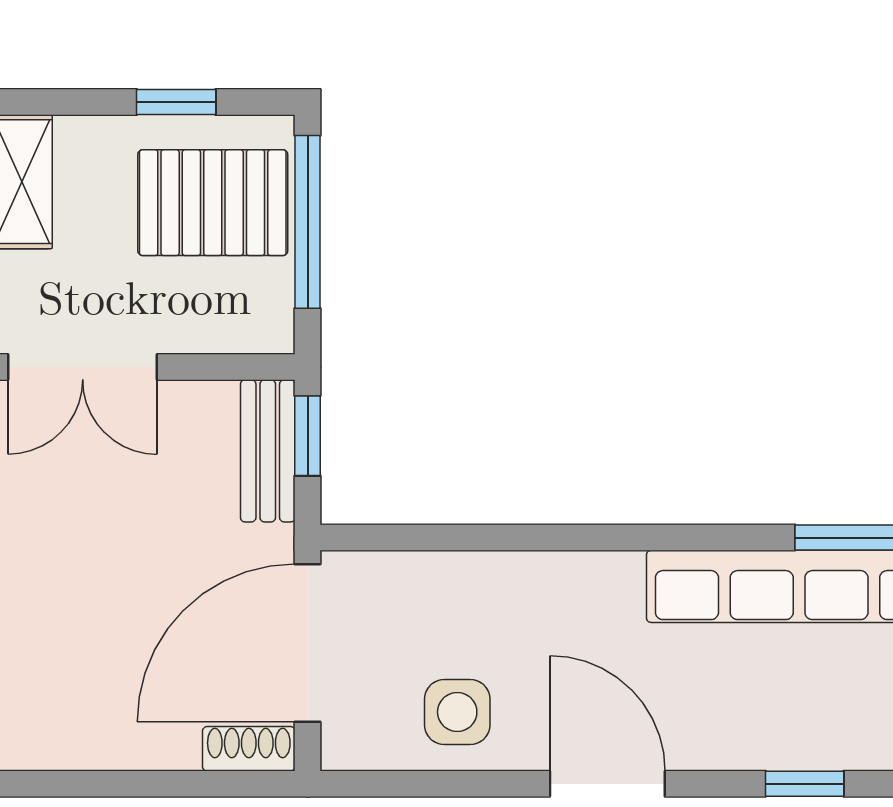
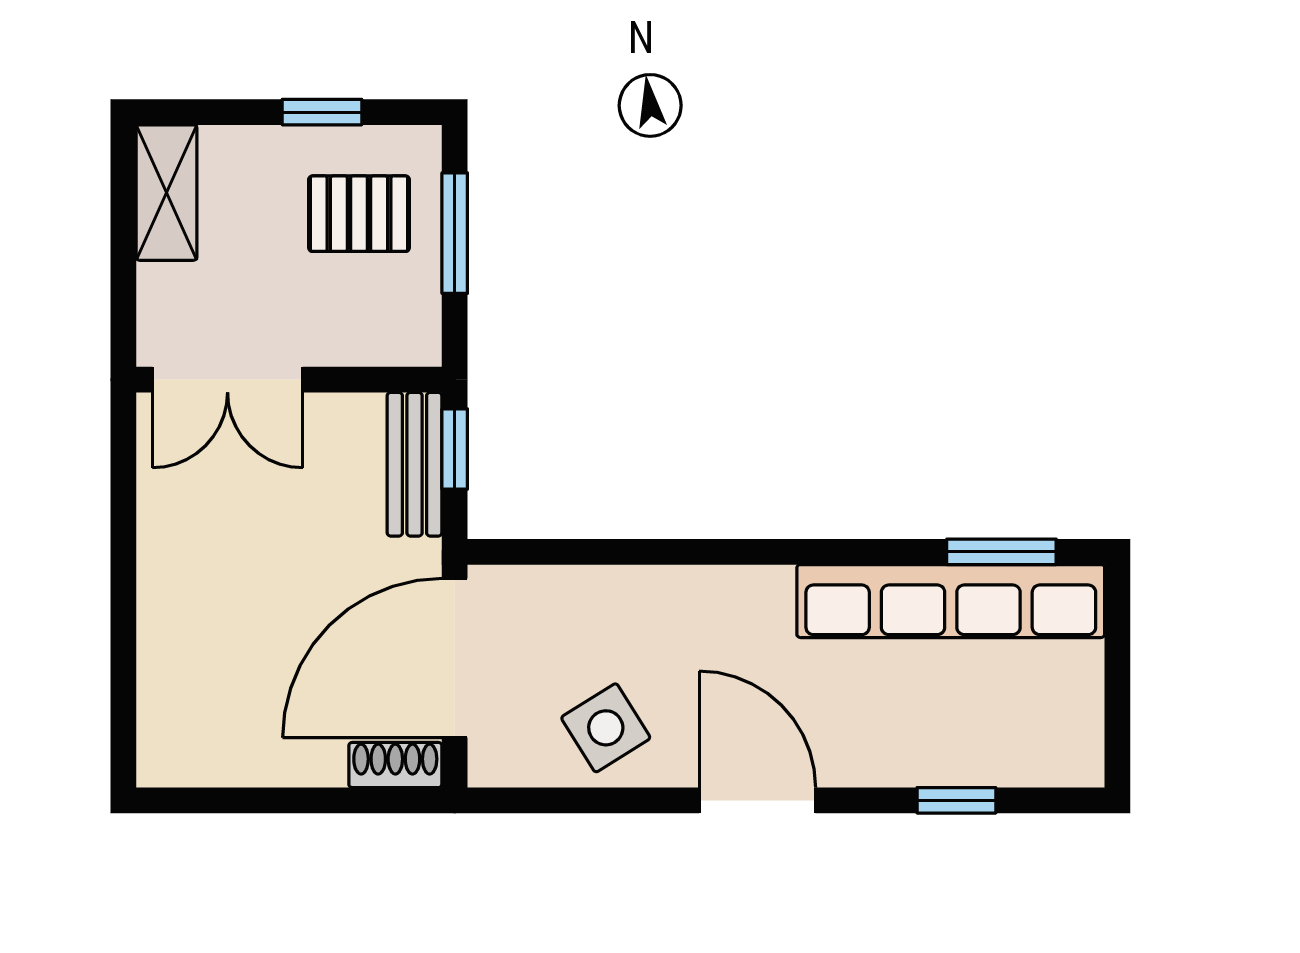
pallet: (213, 203) -> (359, 214), width x0.67, depth x0.71
window: (308, 222) -> (455, 233), width x0.69
side table: (457, 712) -> (606, 728), turned -32

